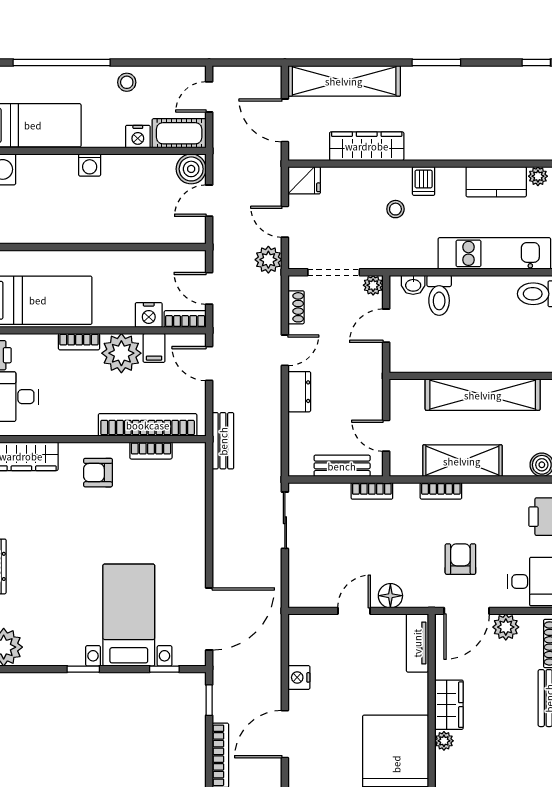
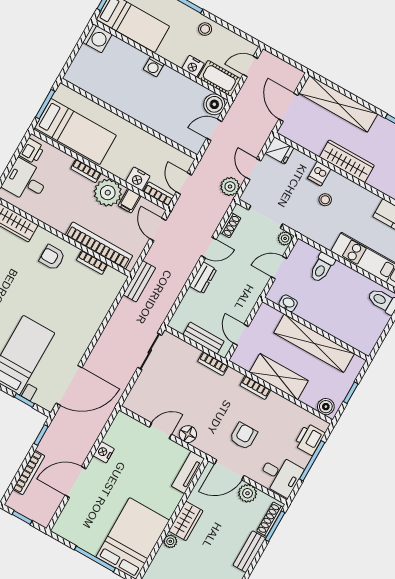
wardrobe: (367, 146) -> (347, 161), moved
dishwasher: (424, 181) -> (319, 174), moved
washbasin: (413, 285) -> (288, 303), moved, turned 180

